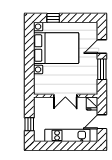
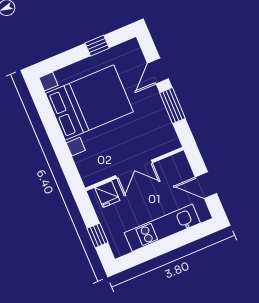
window: (53, 18) -> (97, 46), moved
fridge: (92, 103) -> (107, 194), moved
door: (102, 122) -> (206, 185), hinge flipped

